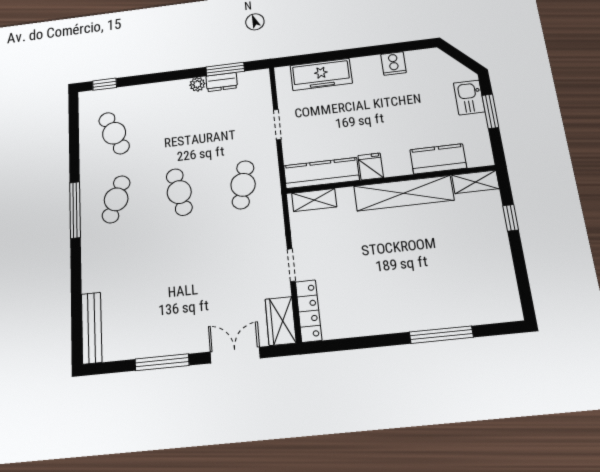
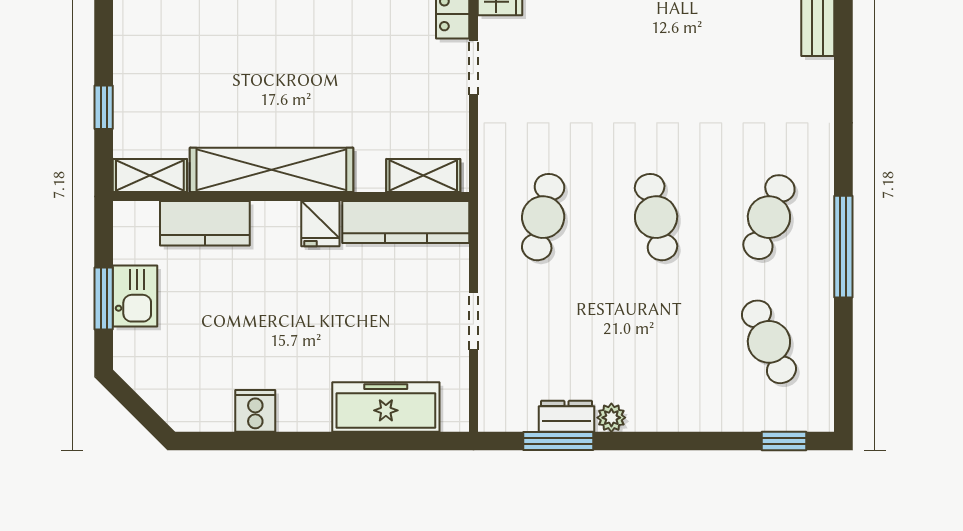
kitchen sink: (469, 97) -> (135, 296), moved
window: (75, 210) -> (843, 247), moved

